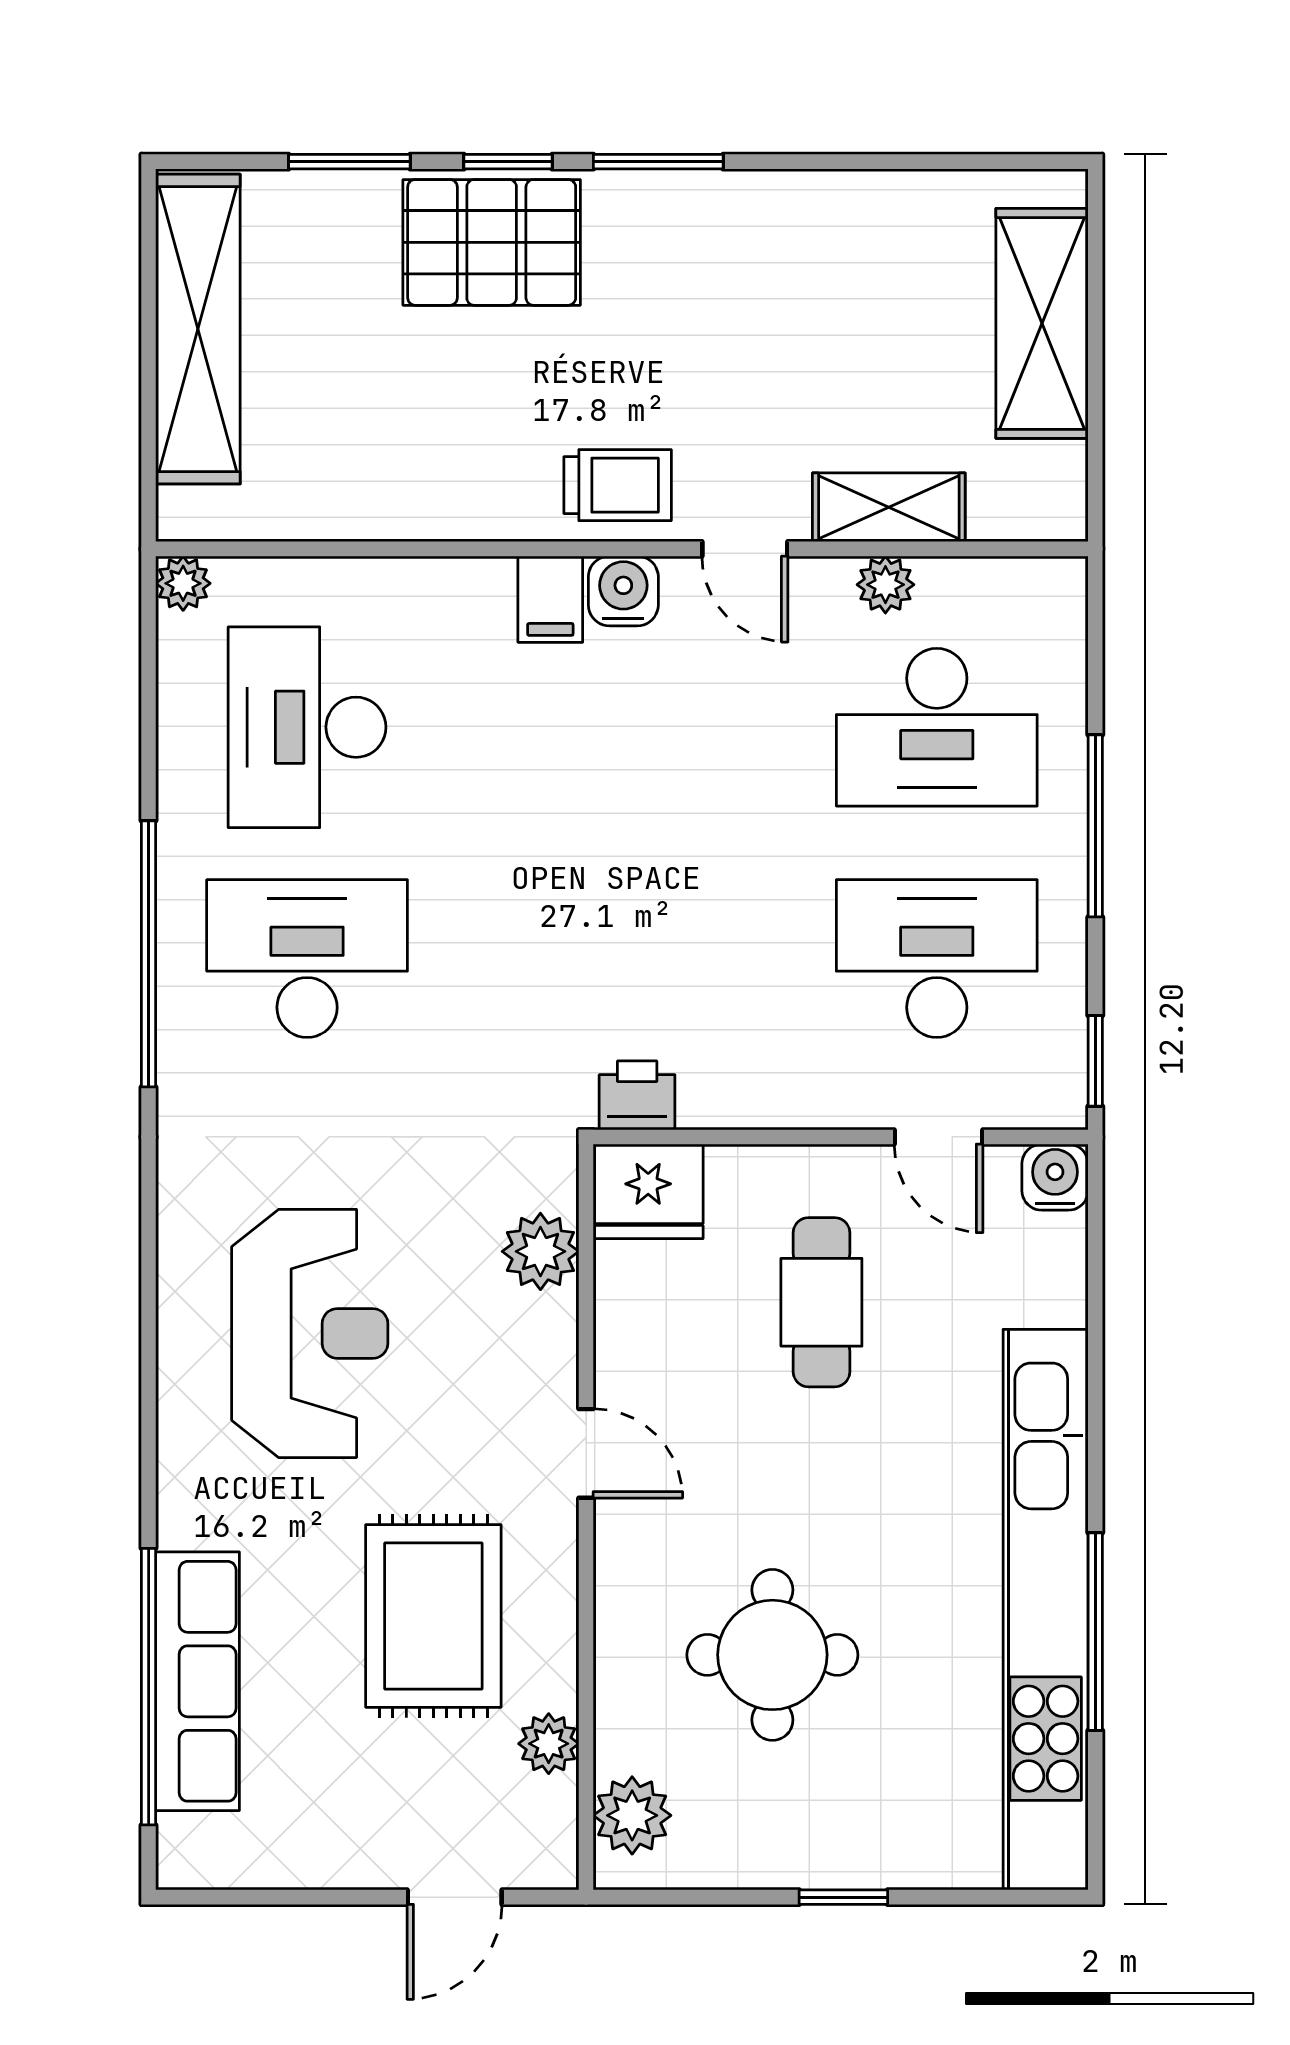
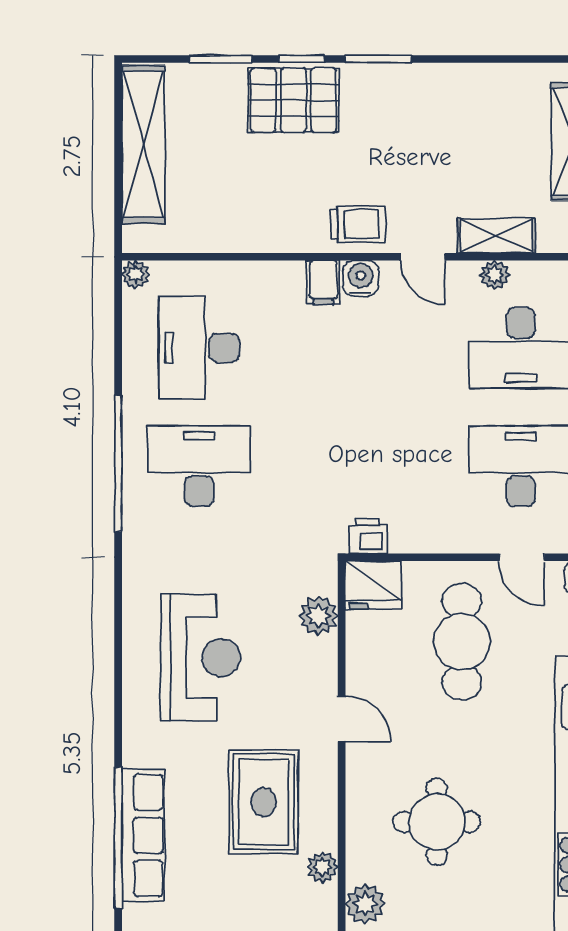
cafe table: (821, 1302) -> (462, 642), width x1.37, depth x1.35

